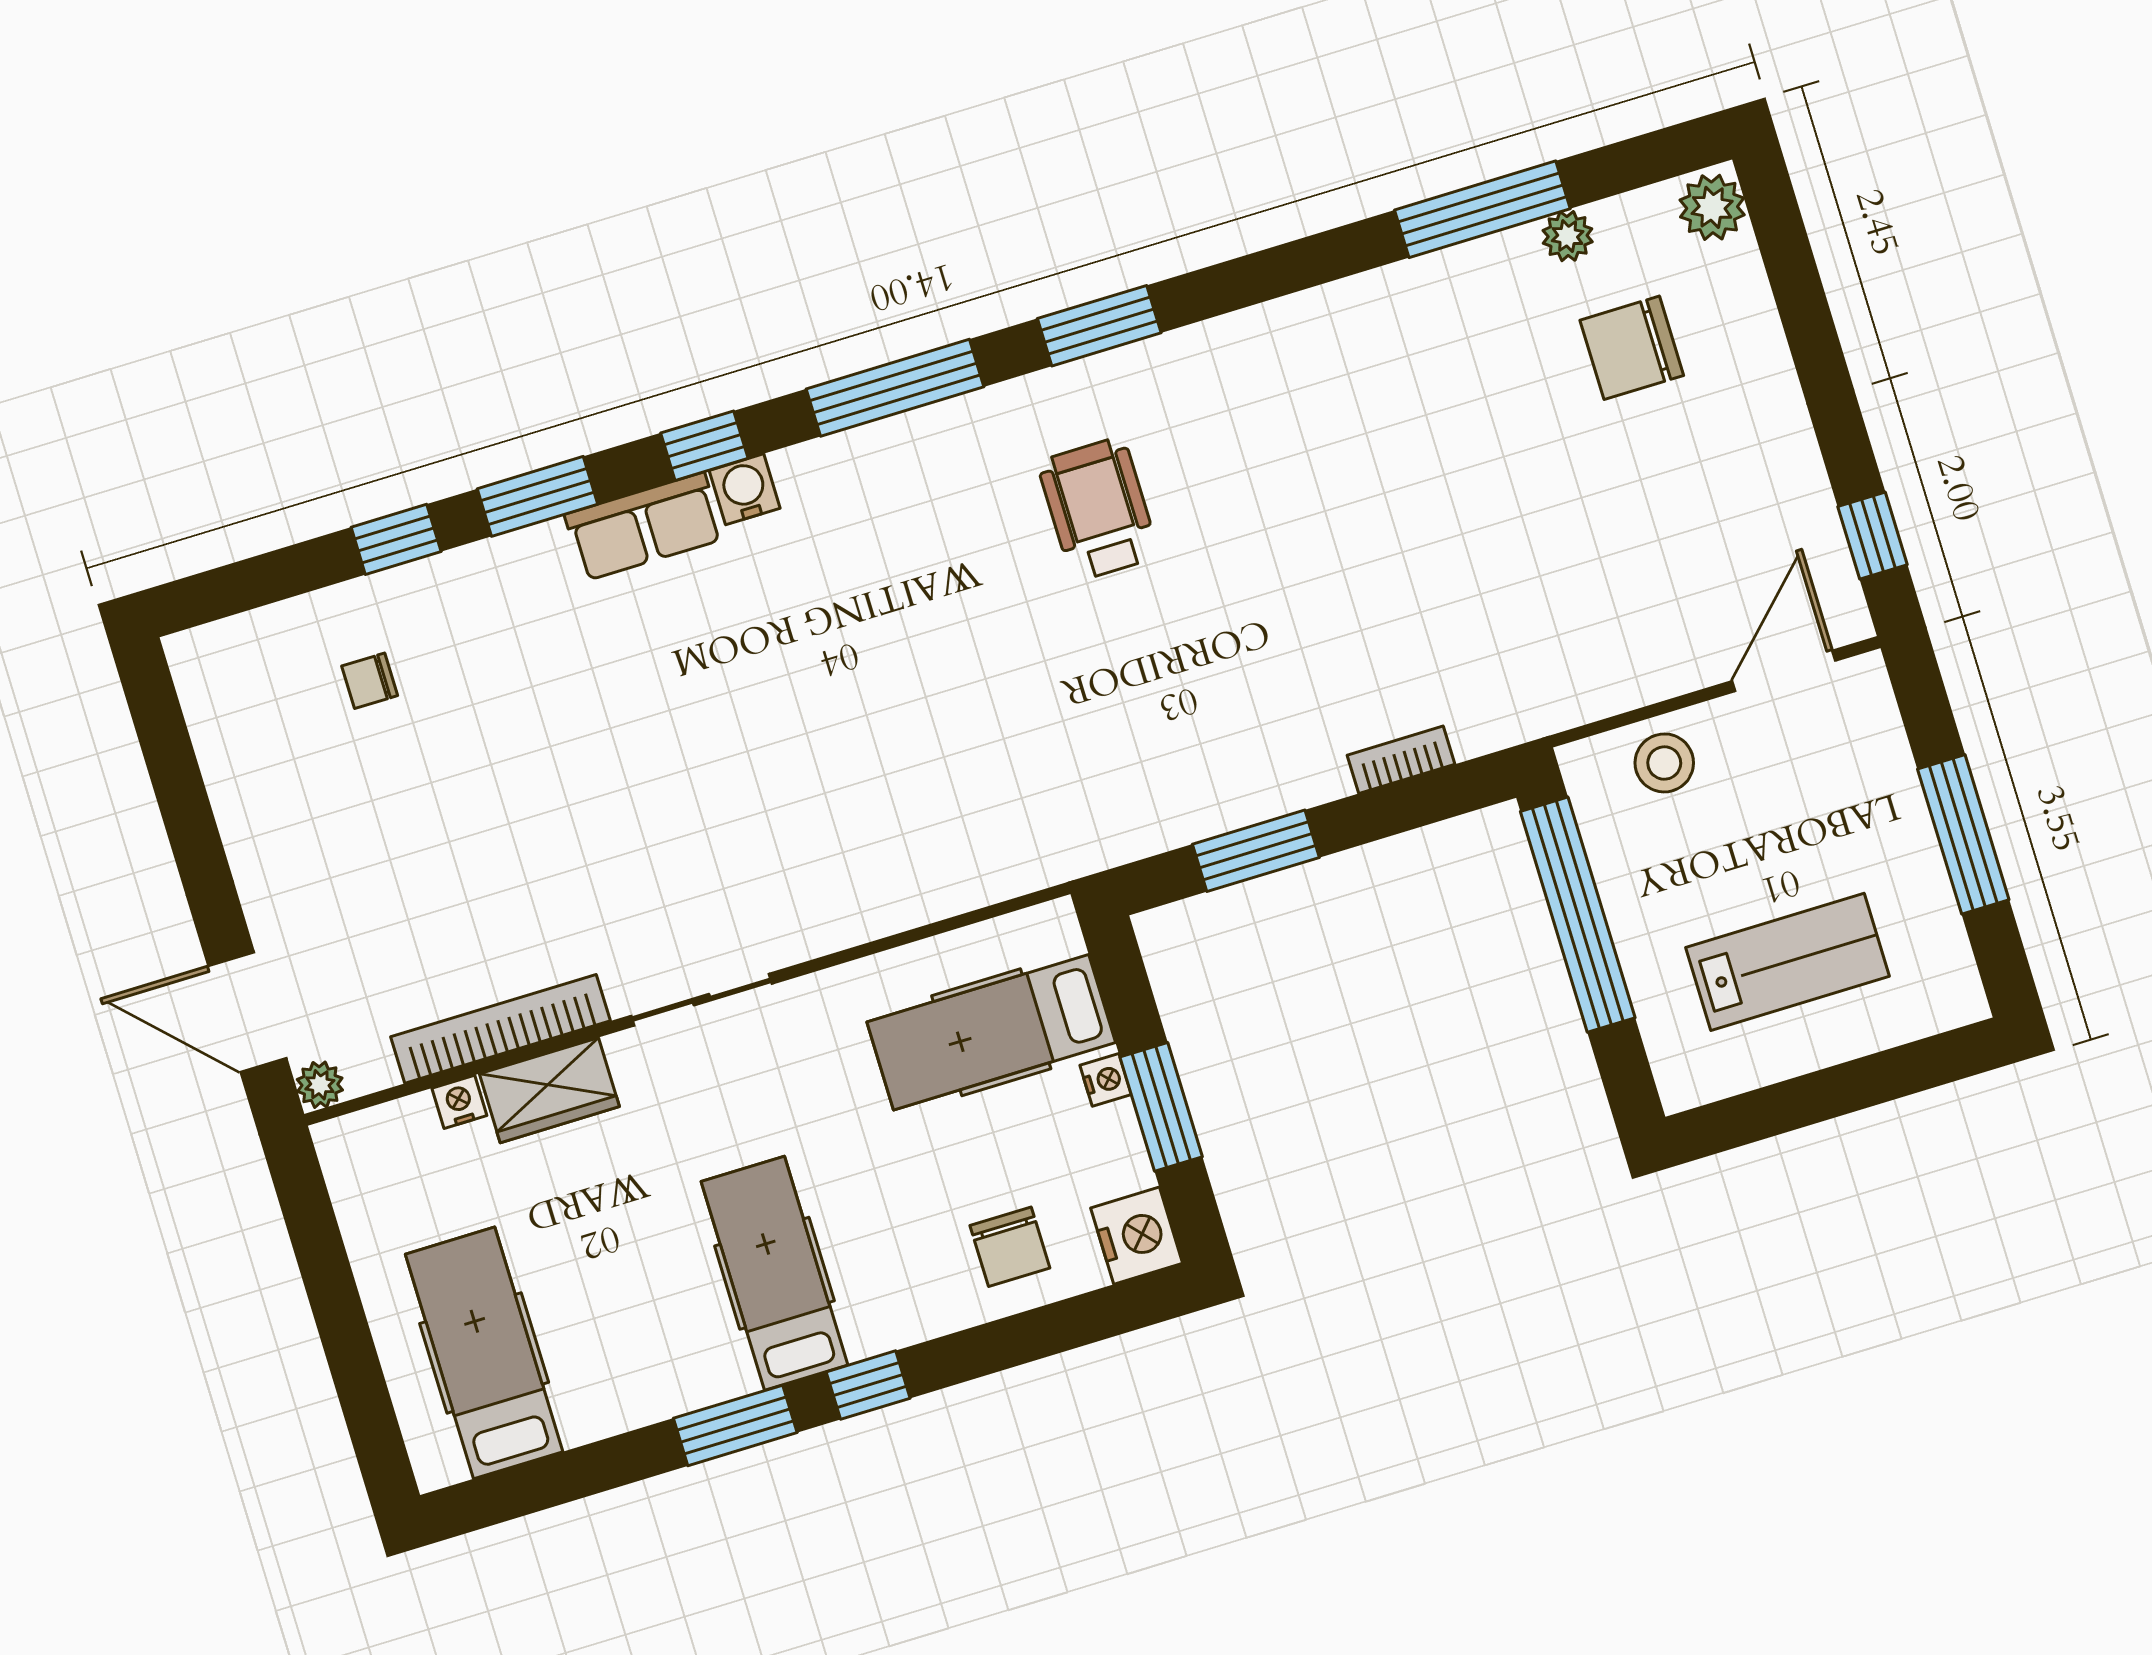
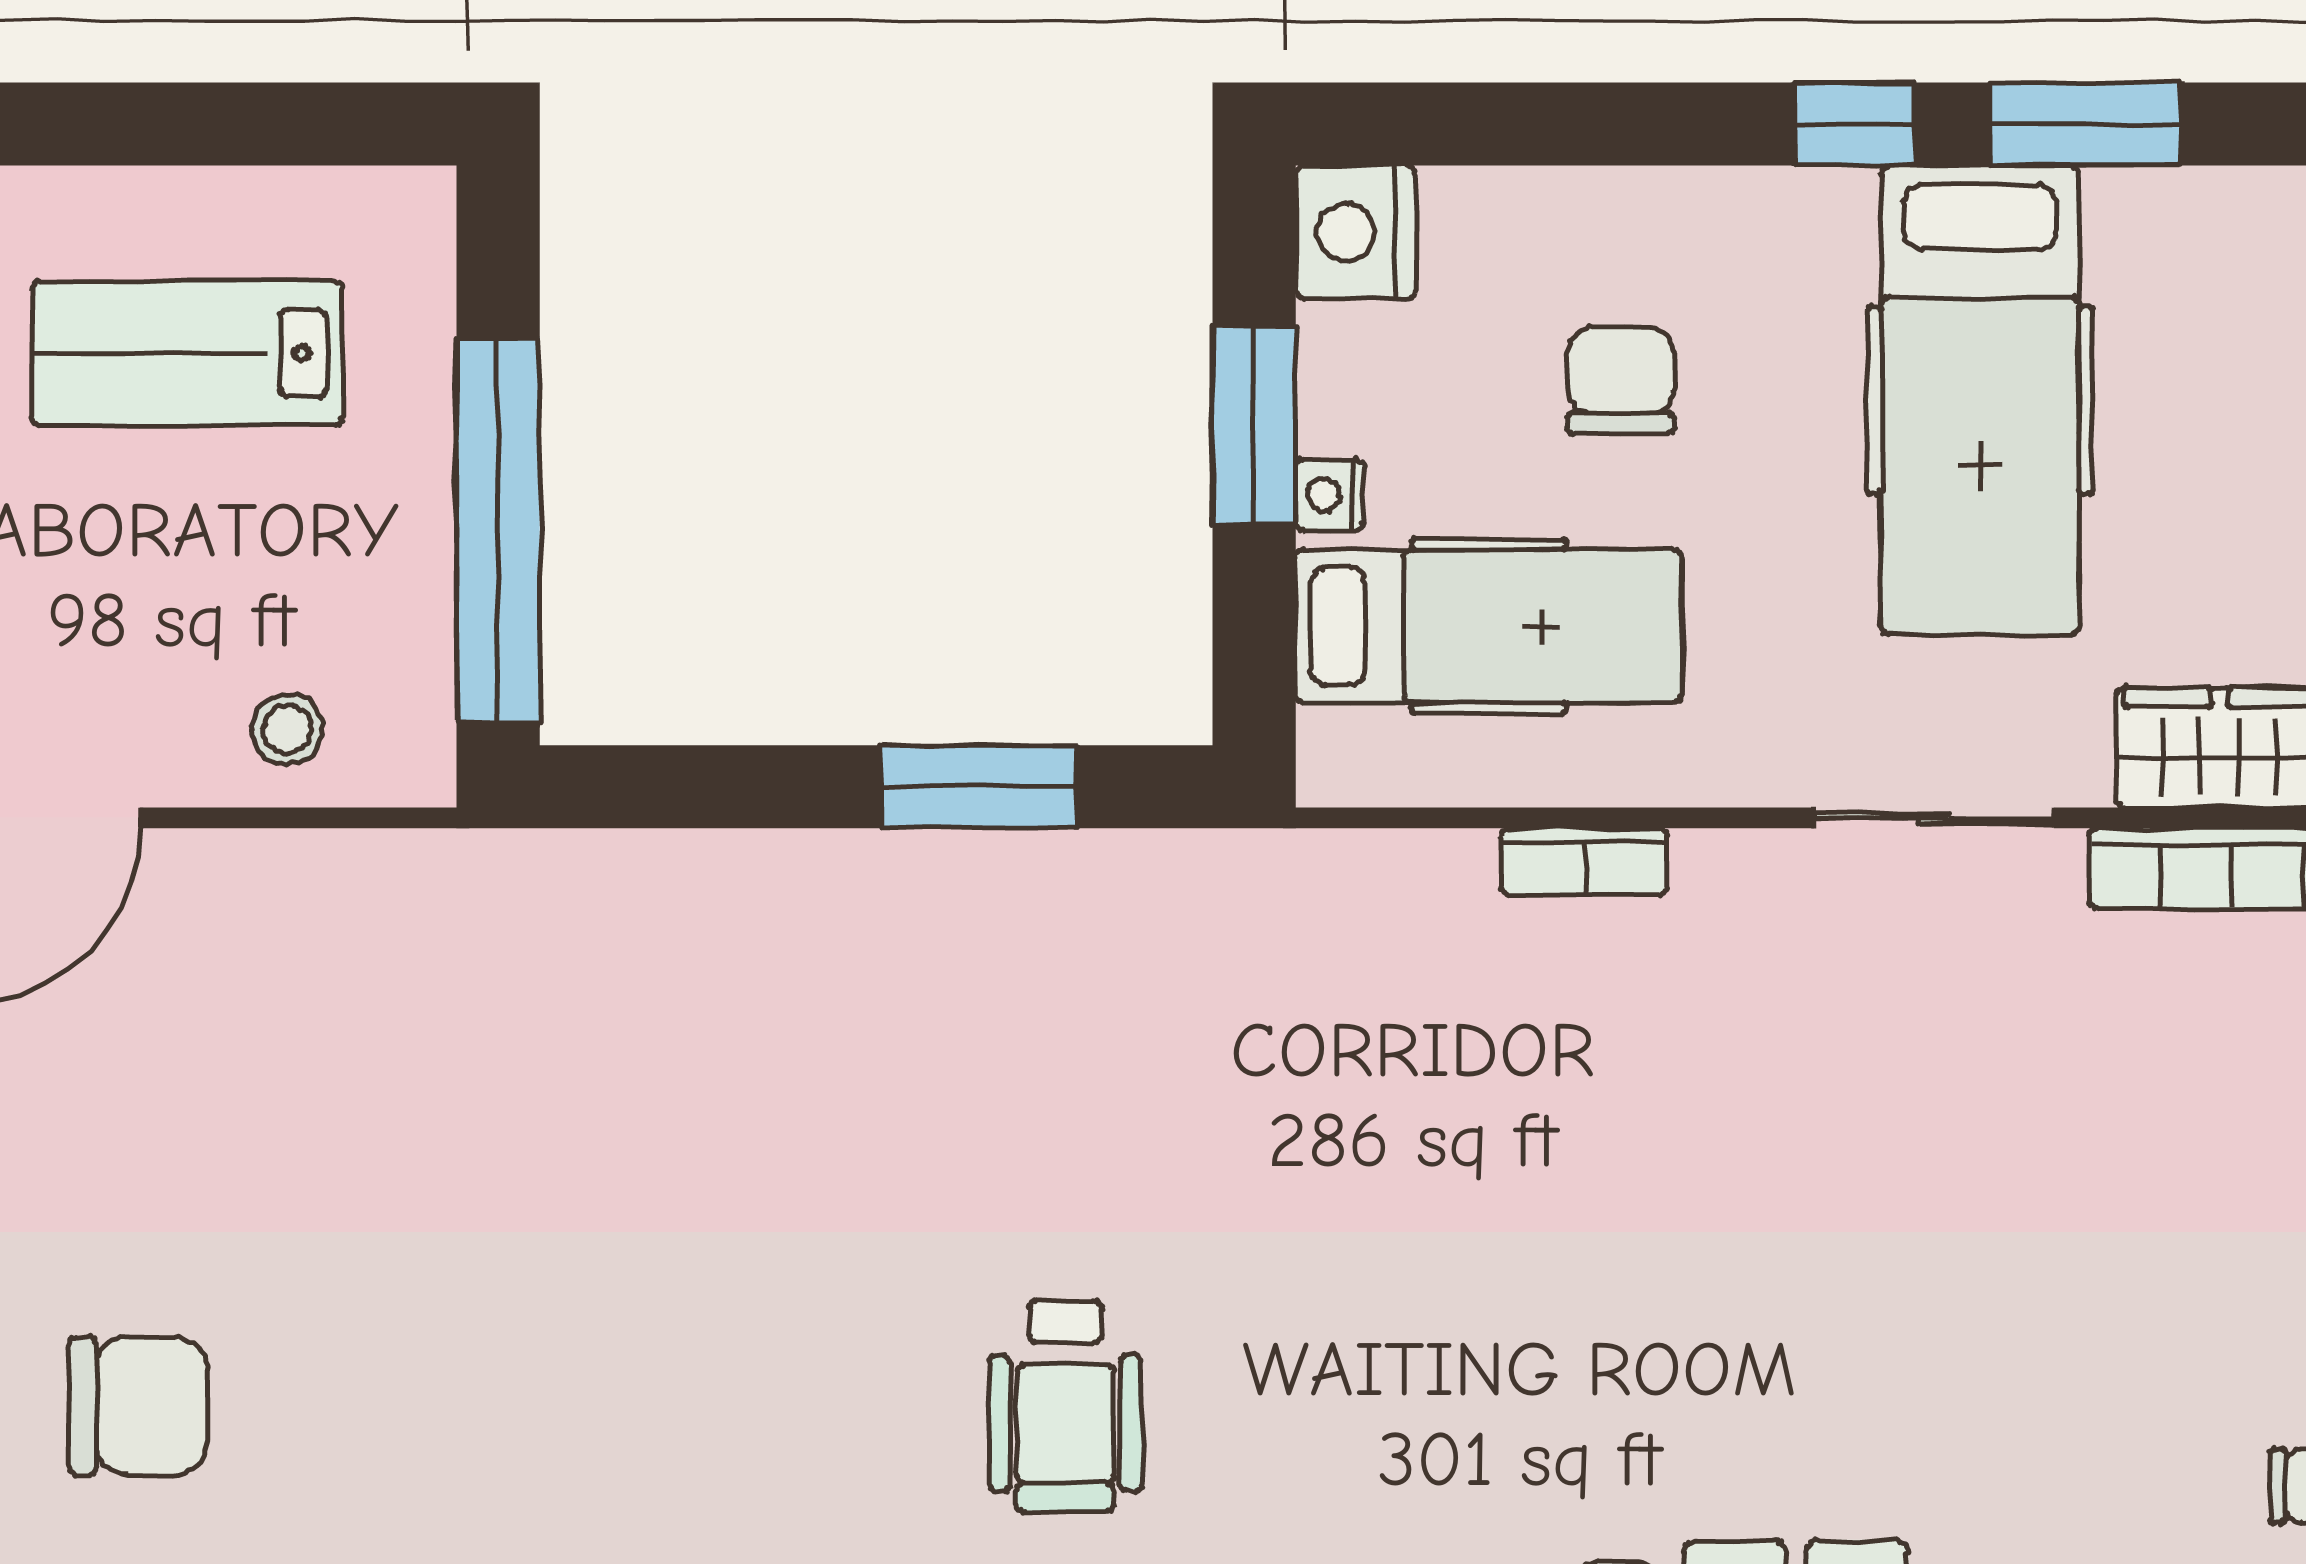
bookcase: (1401, 760) -> (1584, 862), moved
stool: (1664, 763) -> (287, 729), width x0.73, depth x0.73
chair: (1010, 1247) -> (1621, 380), moved
hospital bed: (774, 1273) -> (1980, 400), width x1.37, depth x1.29

